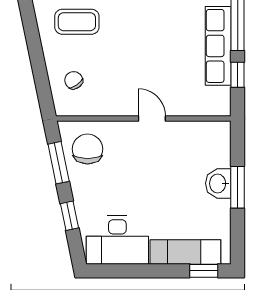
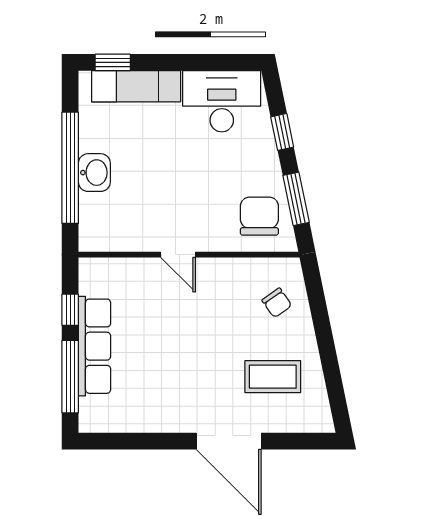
chair: (88, 149) -> (259, 216), turned 180
window: (238, 187) -> (70, 168), width x2.11

